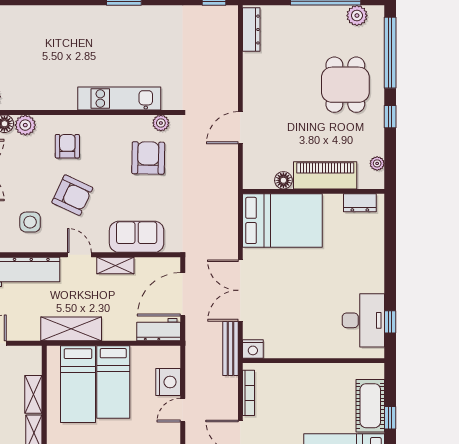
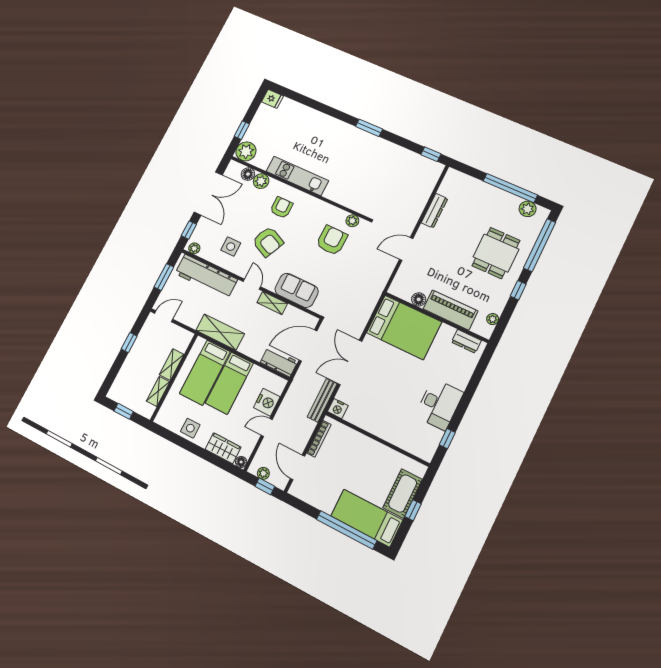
dresser: (251, 30) -> (435, 211), moved
kitchen unit: (119, 98) -> (297, 176), moved
desk: (363, 320) -> (439, 404), moved

